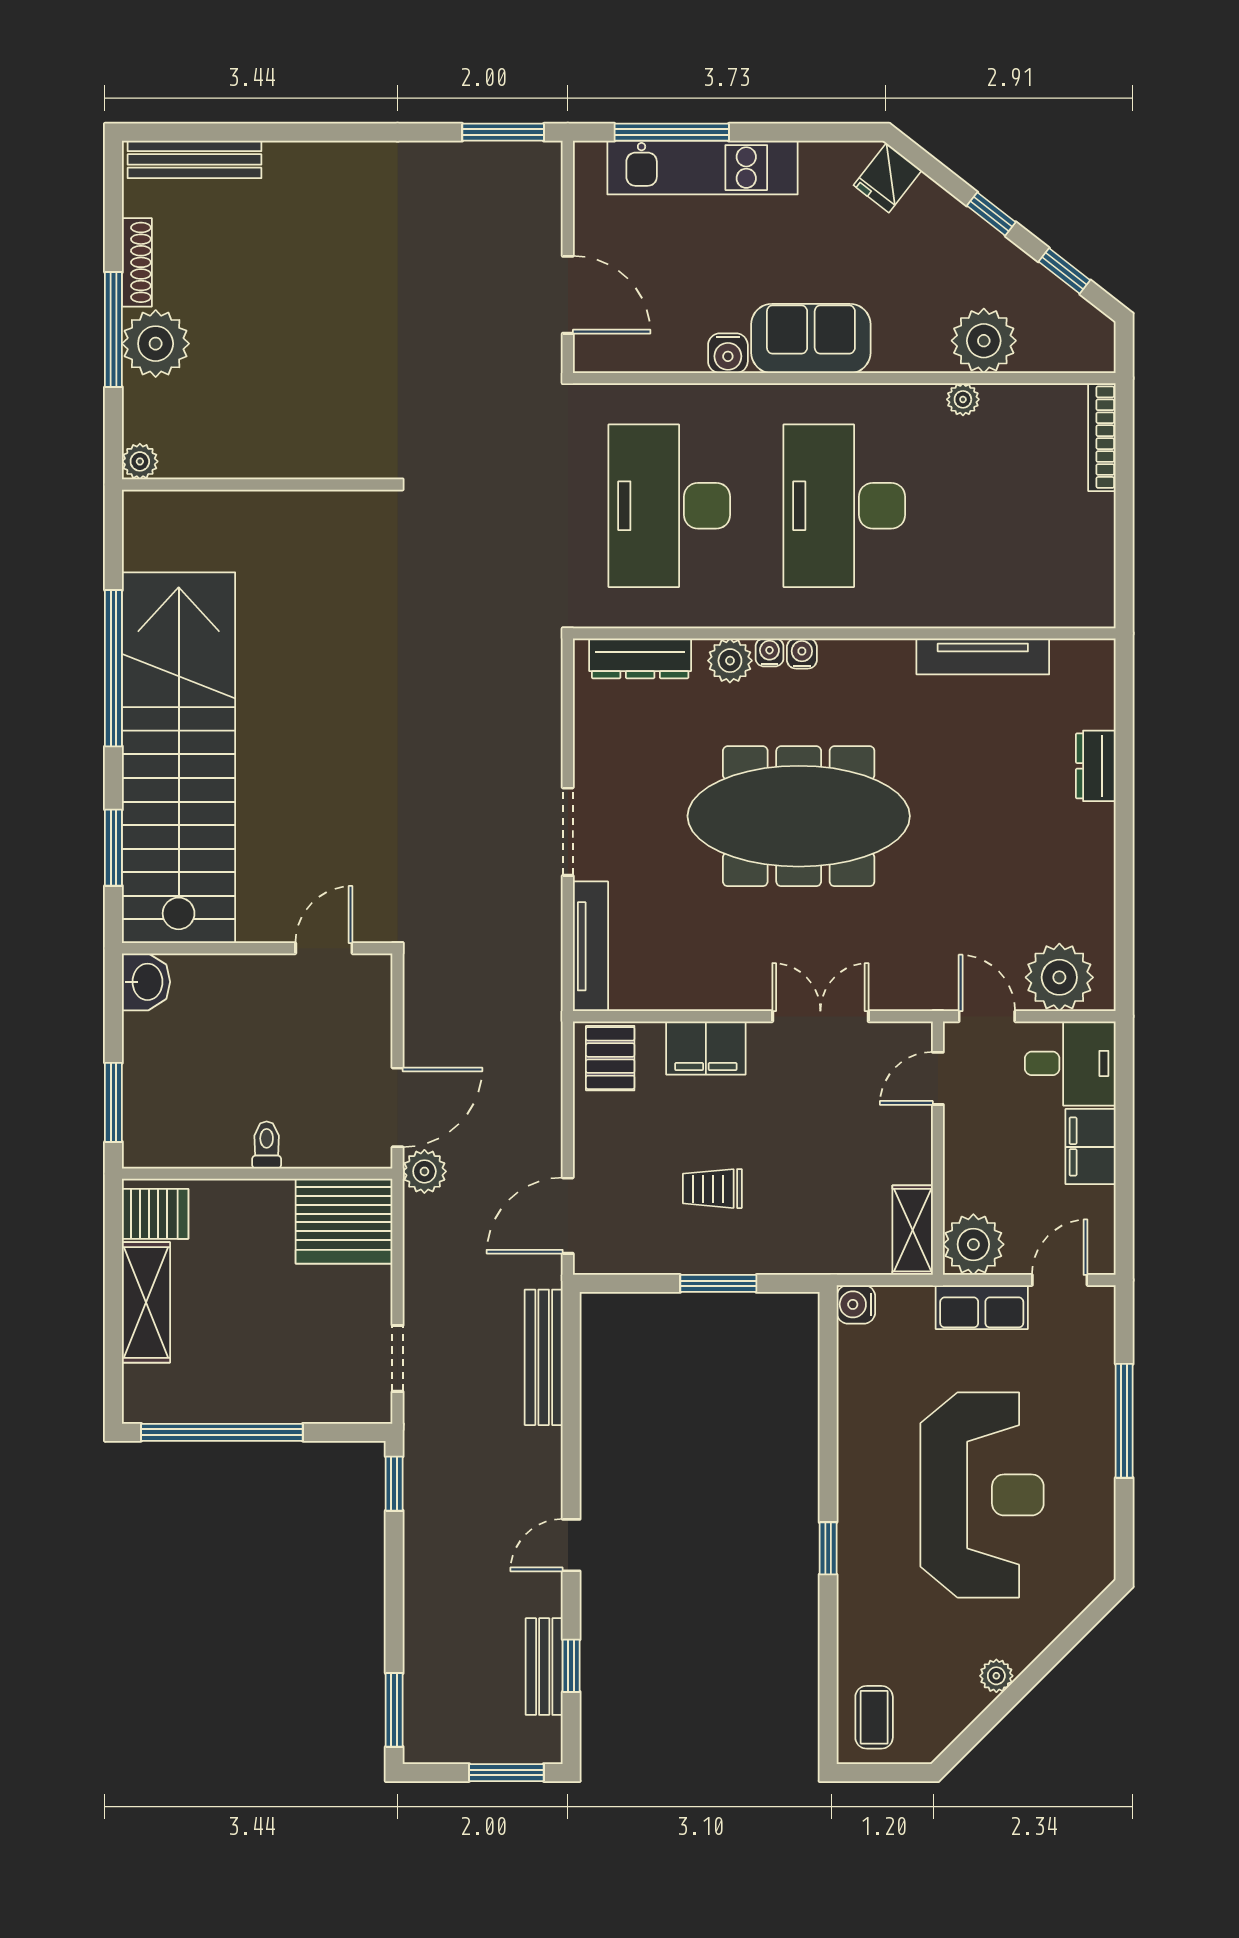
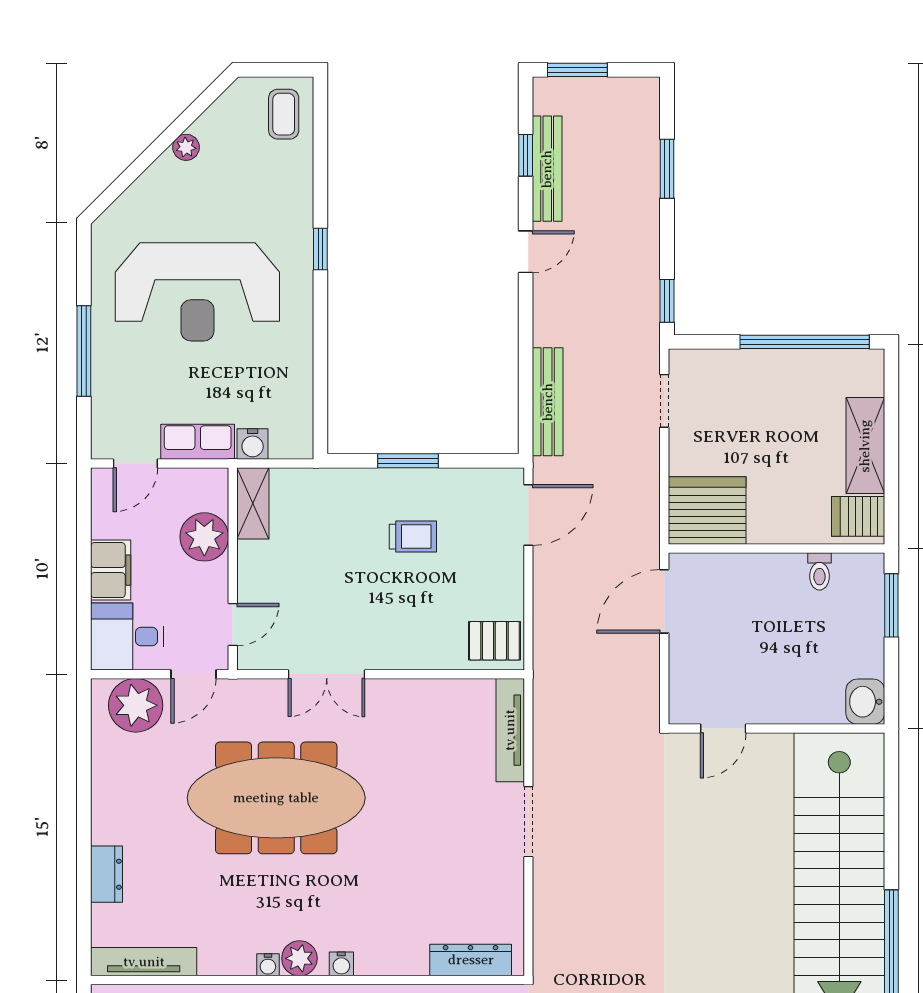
water cooler: (769, 652) -> (268, 965), moved
tv unit: (983, 656) -> (144, 962), moved
plant: (730, 661) -> (299, 958), moved
meeting table: (799, 816) -> (276, 798), moved
window: (113, 848) -> (891, 809), removed
door: (987, 1016) -> (193, 674), hinge flipped
filing cabinet: (706, 1048) -> (418, 649), removed
pallet: (610, 1058) -> (494, 641), turned 90
toilet: (267, 1145) -> (819, 571), moved
plant: (424, 1171) -> (643, 550), removed
plant: (973, 1244) -> (204, 537), moved
water cooler: (856, 1304) -> (253, 444), moved, turned 90
reception desk: (982, 1495) -> (197, 292), turned -90
bench: (544, 1667) -> (547, 169), width x1.36
window: (394, 1710) -> (667, 169), moved

